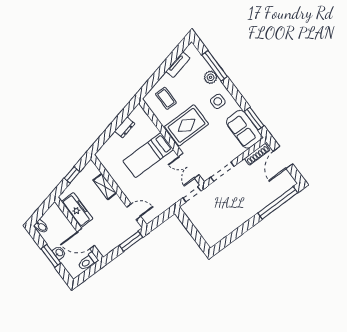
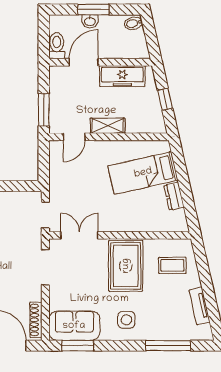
plant: (211, 77) -> (159, 332), removed
bed: (148, 155) -> (143, 173), moved, turned -103
shelving: (105, 187) -> (108, 126), moved

